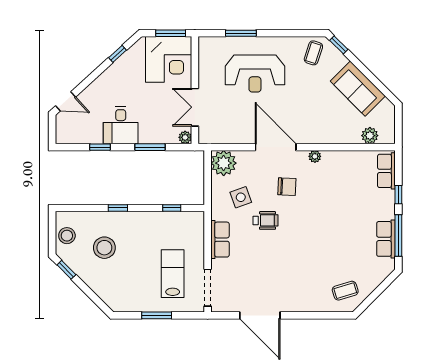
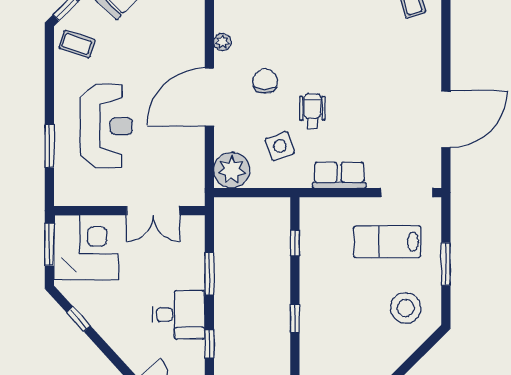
plant: (185, 137) -> (196, 224), removed
stool: (104, 248) -> (406, 308), moved

